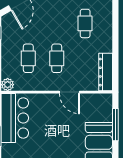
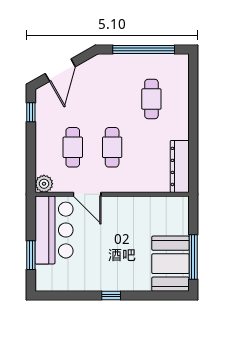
door: (69, 92) -> (87, 194), moved
window: (115, 125) -> (193, 257), moved

